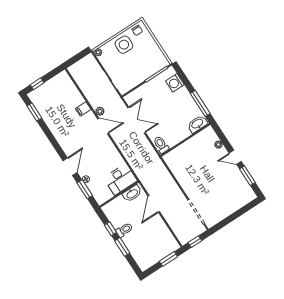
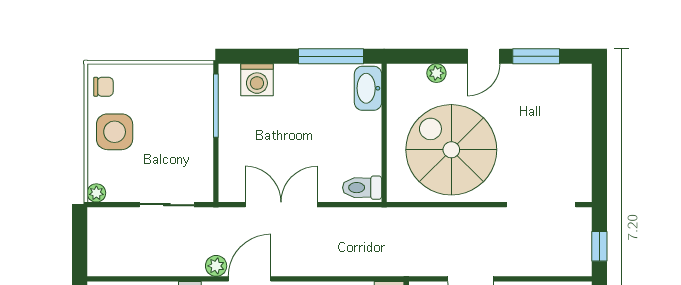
spiral stairs: (195, 167) -> (451, 150), added

